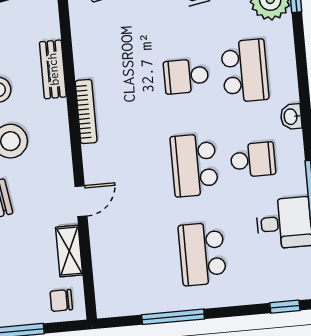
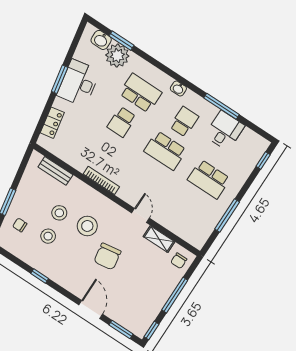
bench: (53, 69) -> (55, 171), moved

